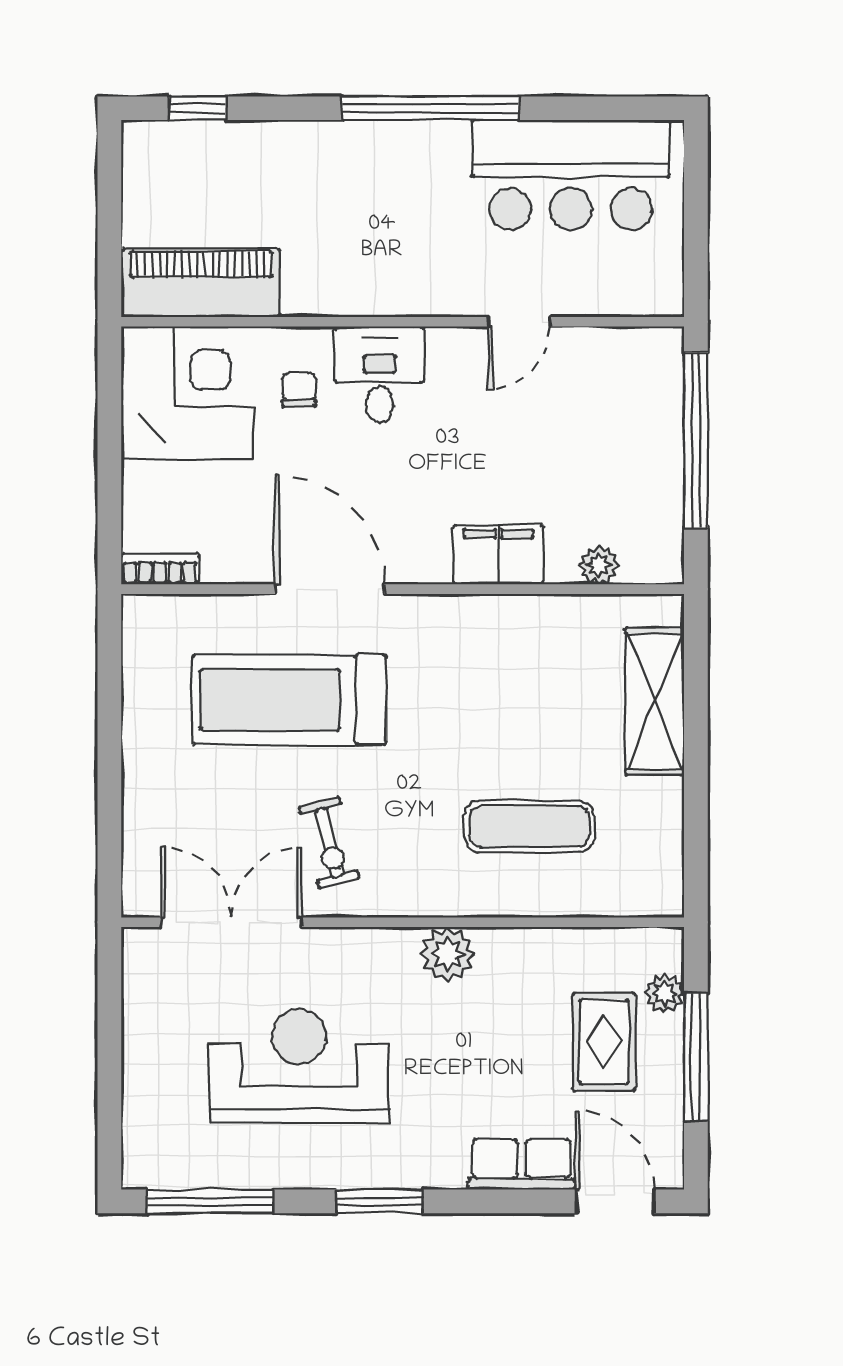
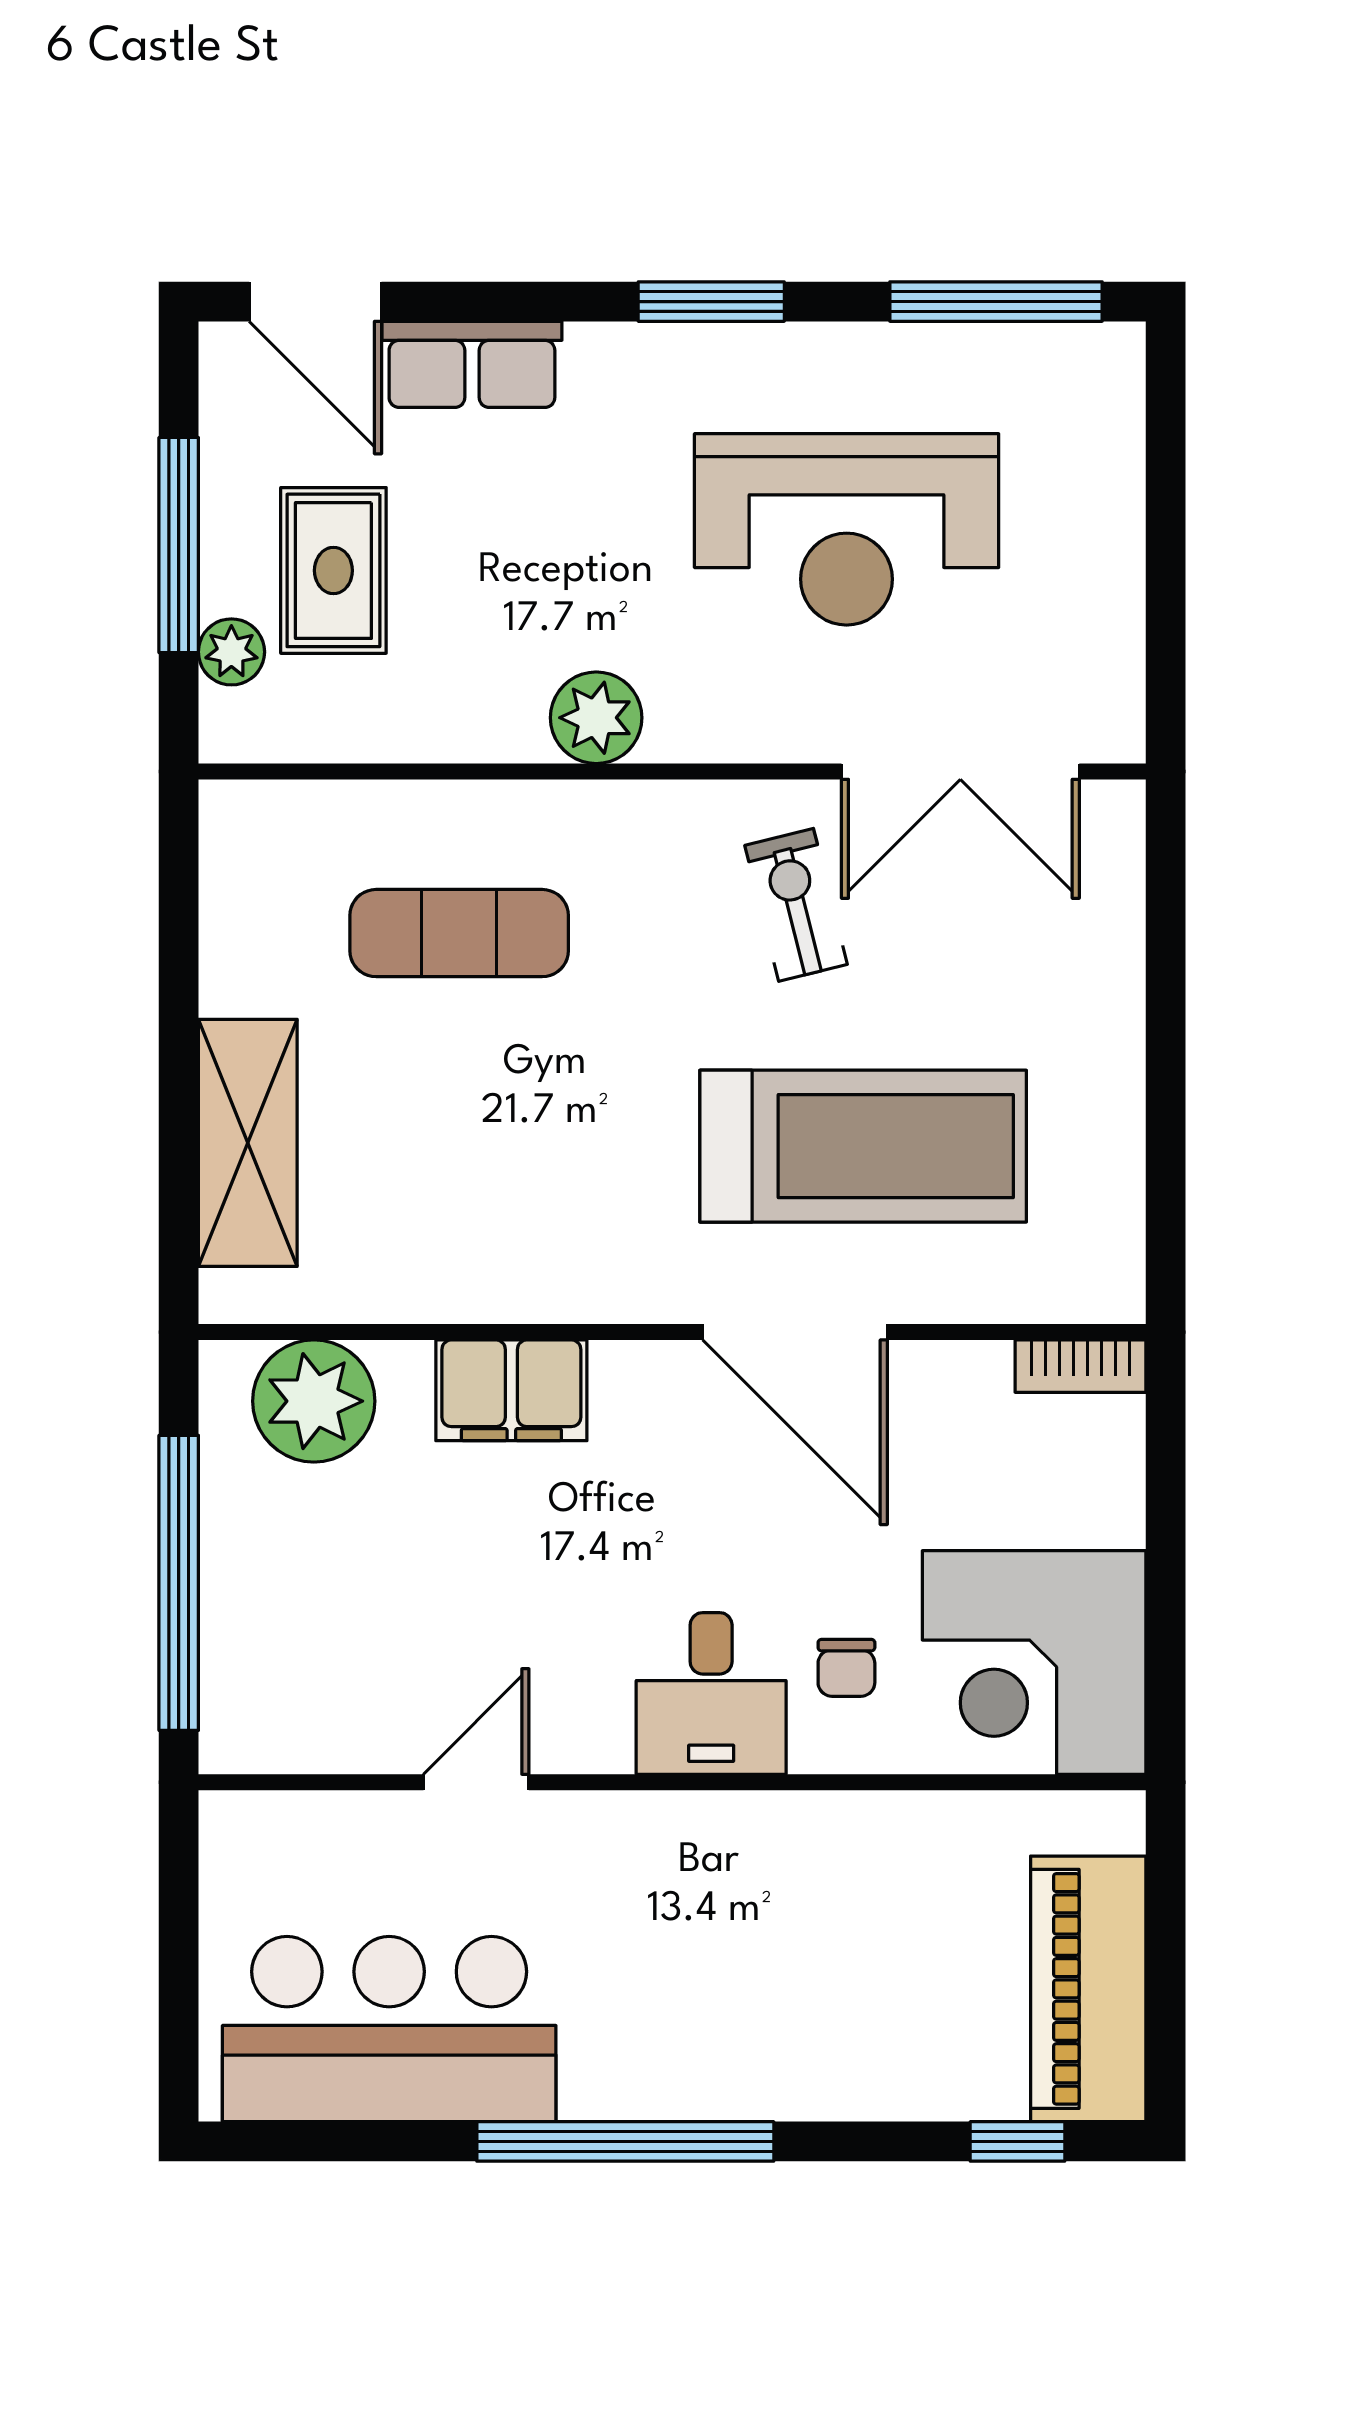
piano: (201, 283) -> (1088, 1989), moved, turned 90
plant: (599, 565) -> (314, 1401), width x1.88, depth x1.88

